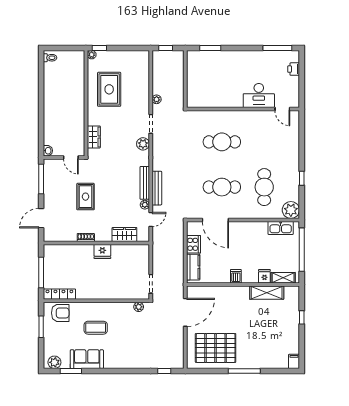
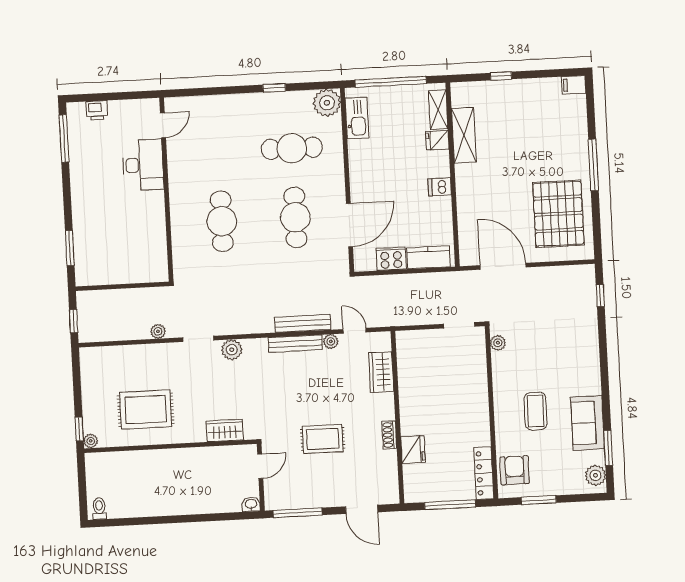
fridge: (102, 251) -> (413, 449), moved

